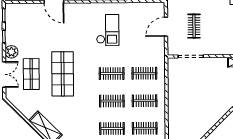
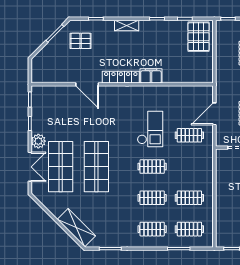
checkout: (108, 30) -> (150, 129), moved
clothes rail: (144, 73) -> (189, 135), moved
shop shelf: (31, 74) -> (61, 167), width x1.43, depth x1.36

